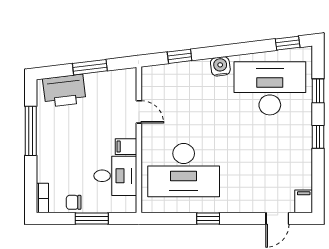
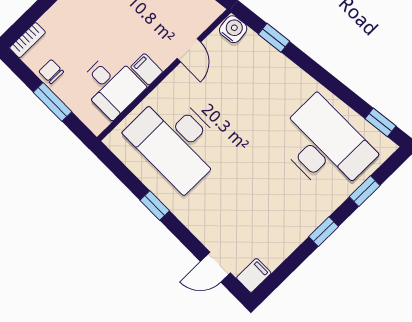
water cooler: (220, 66) -> (233, 29), moved

